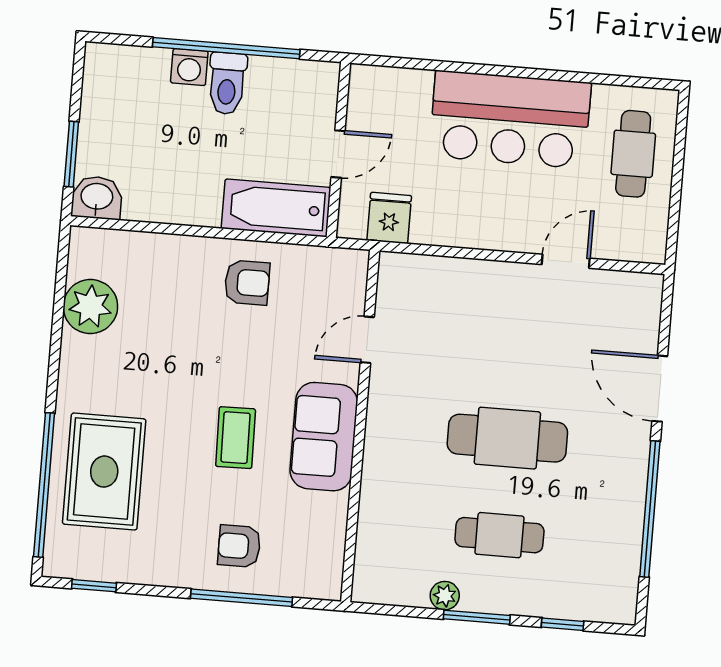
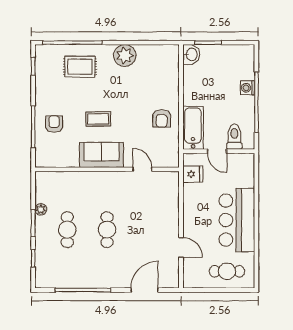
toilet: (227, 83) -> (234, 137), moved, turned 90
plant: (90, 307) -> (125, 56), moved
door: (660, 389) -> (145, 290), moved
cafe table: (507, 438) -> (107, 230), width x0.73, depth x0.74
rug: (104, 472) -> (80, 67), width x0.73, depth x0.70

